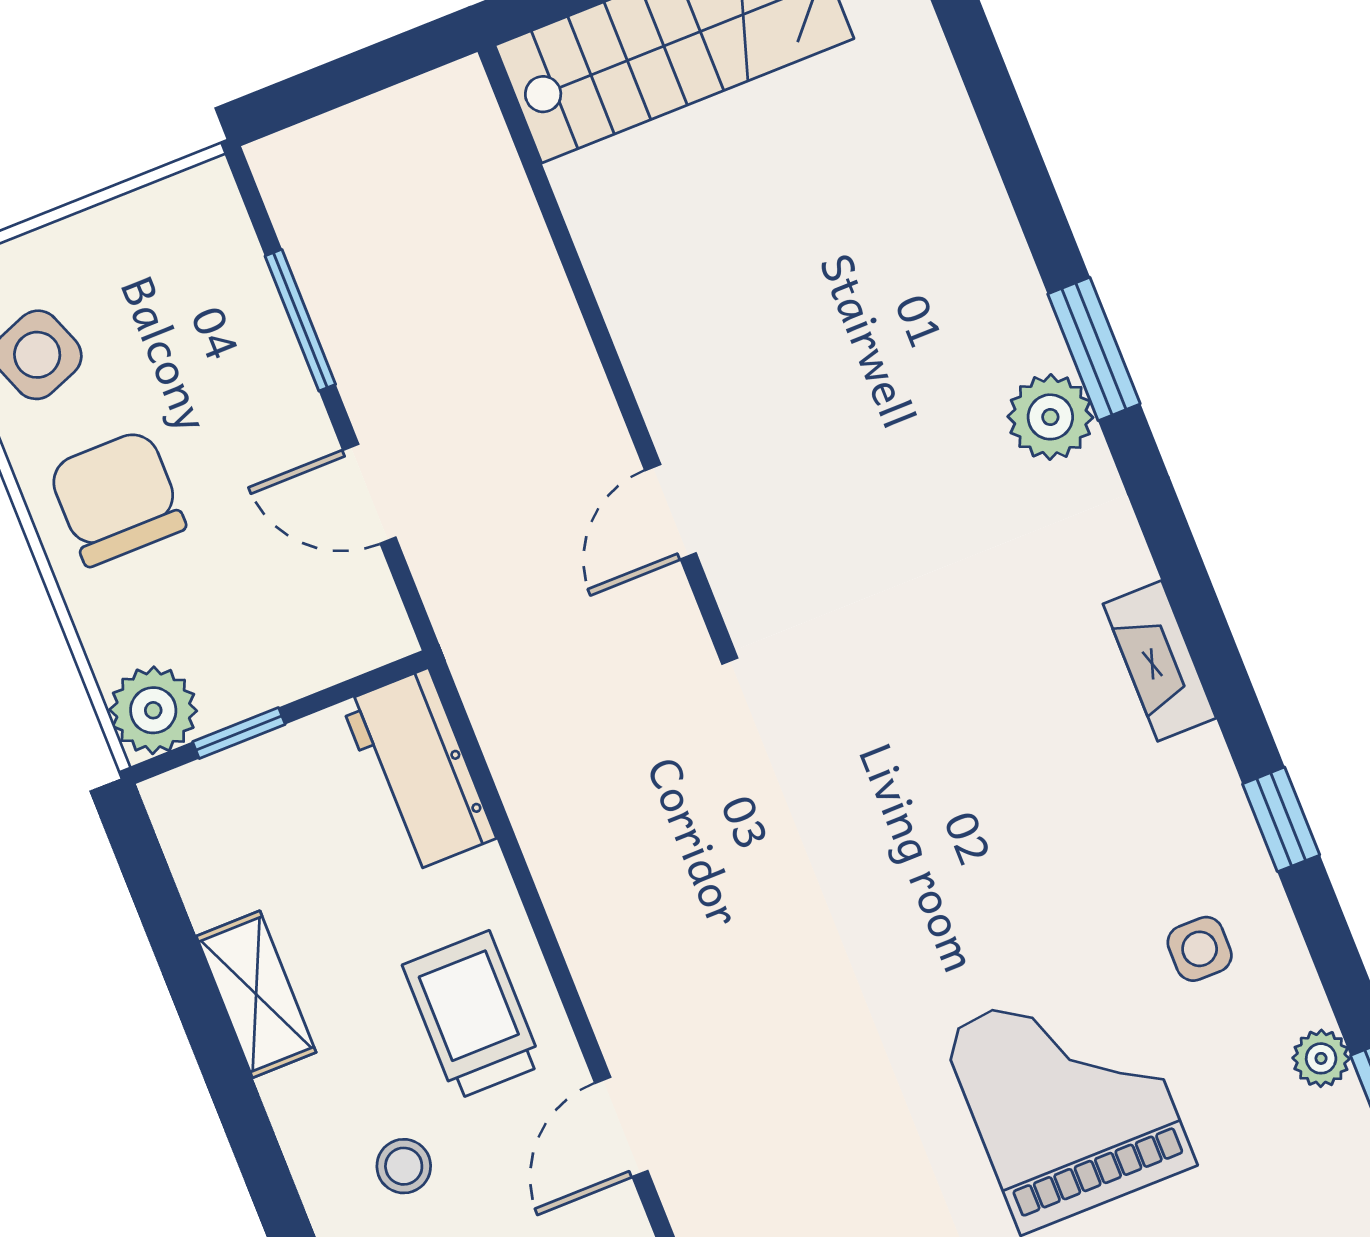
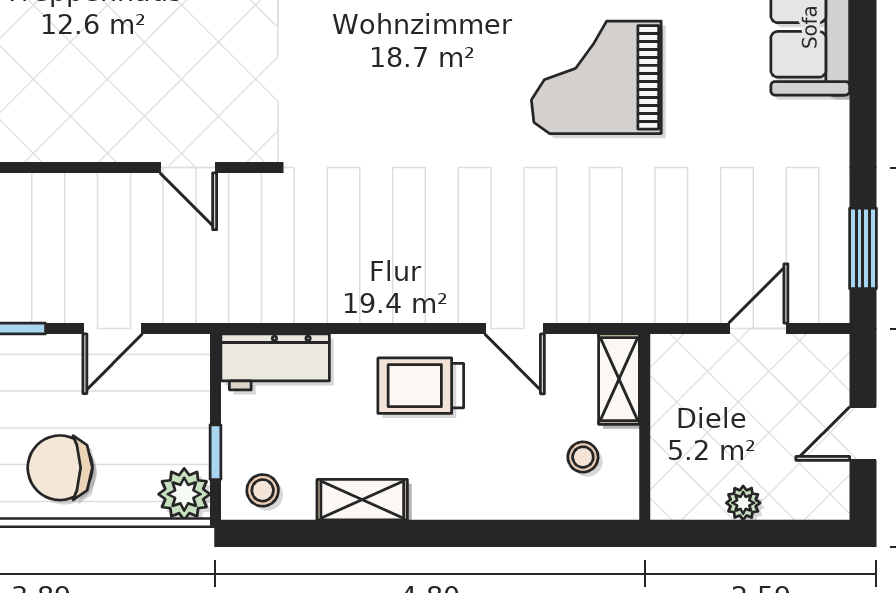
stool: (404, 1166) -> (263, 490), moved

